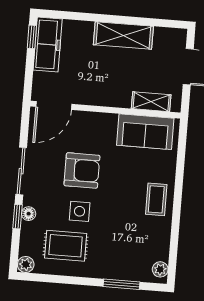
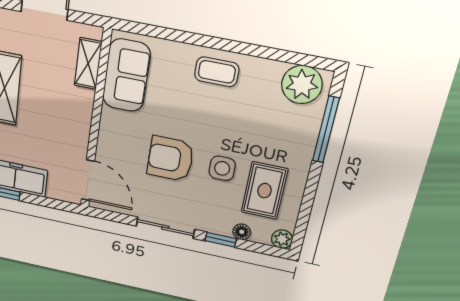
armchair: (82, 170) -> (170, 159), turned -90
floor lamp: (29, 214) -> (242, 232), moved
plant: (160, 269) -> (302, 85), width x1.88, depth x1.88
window: (122, 284) -> (326, 130), width x1.44

